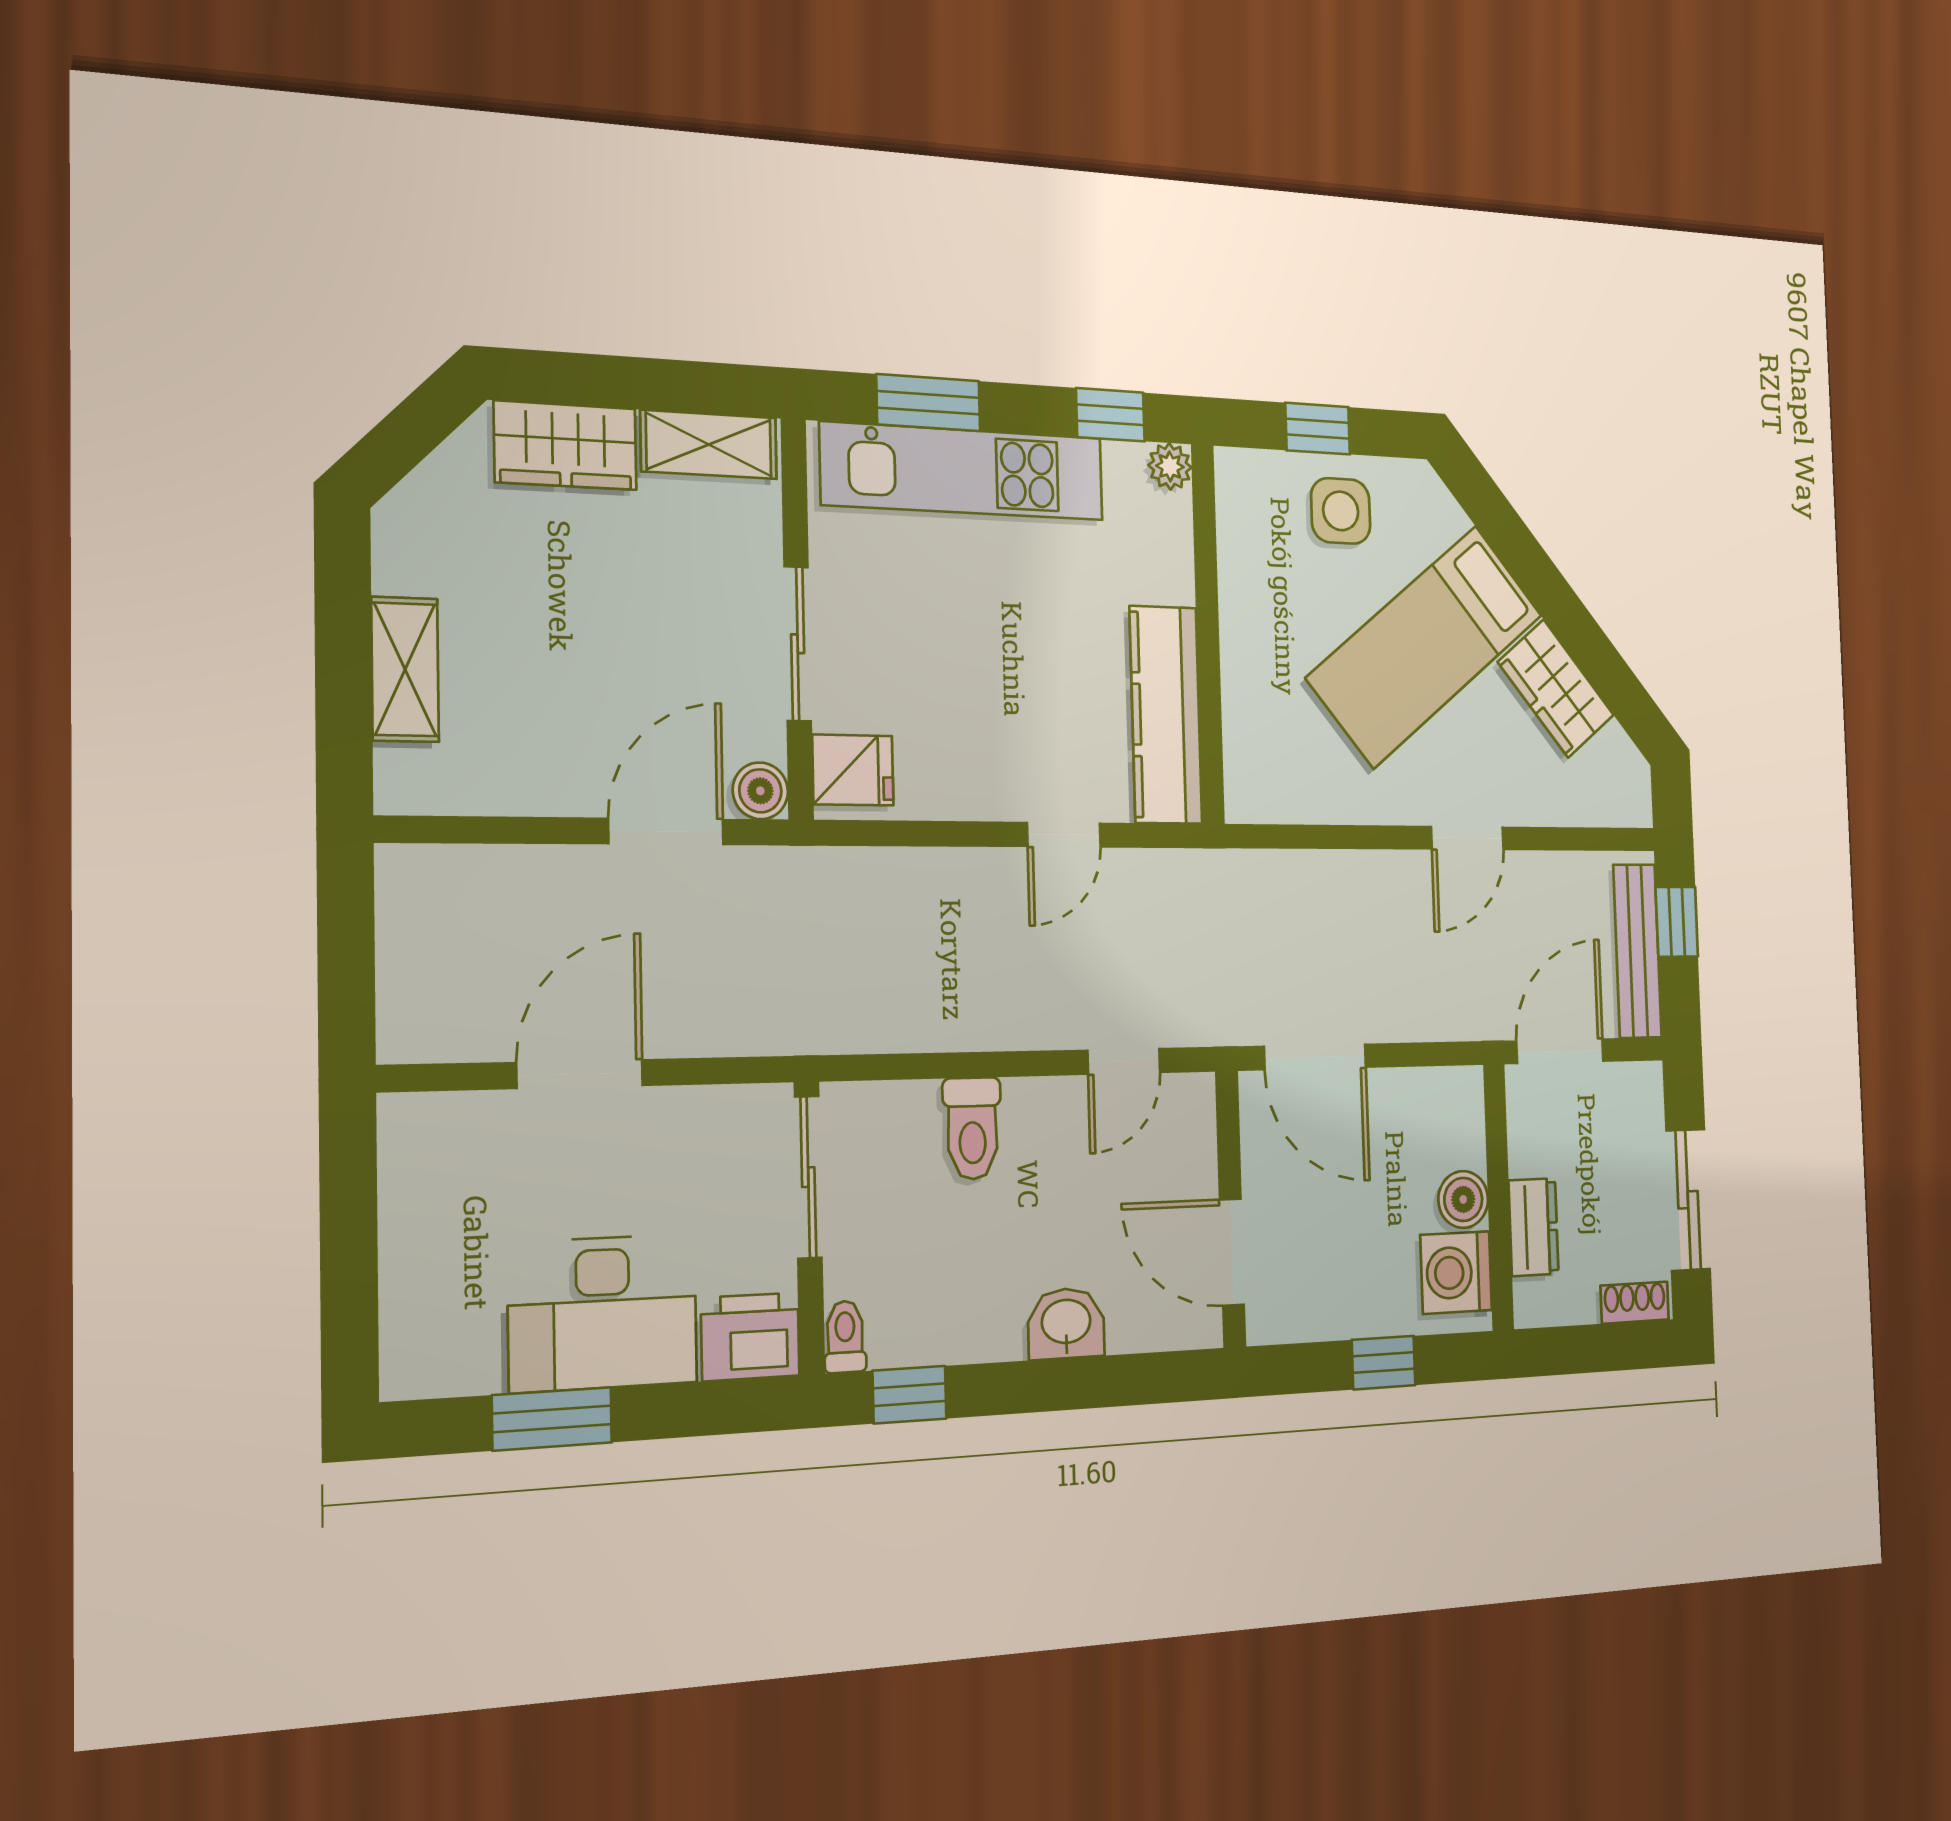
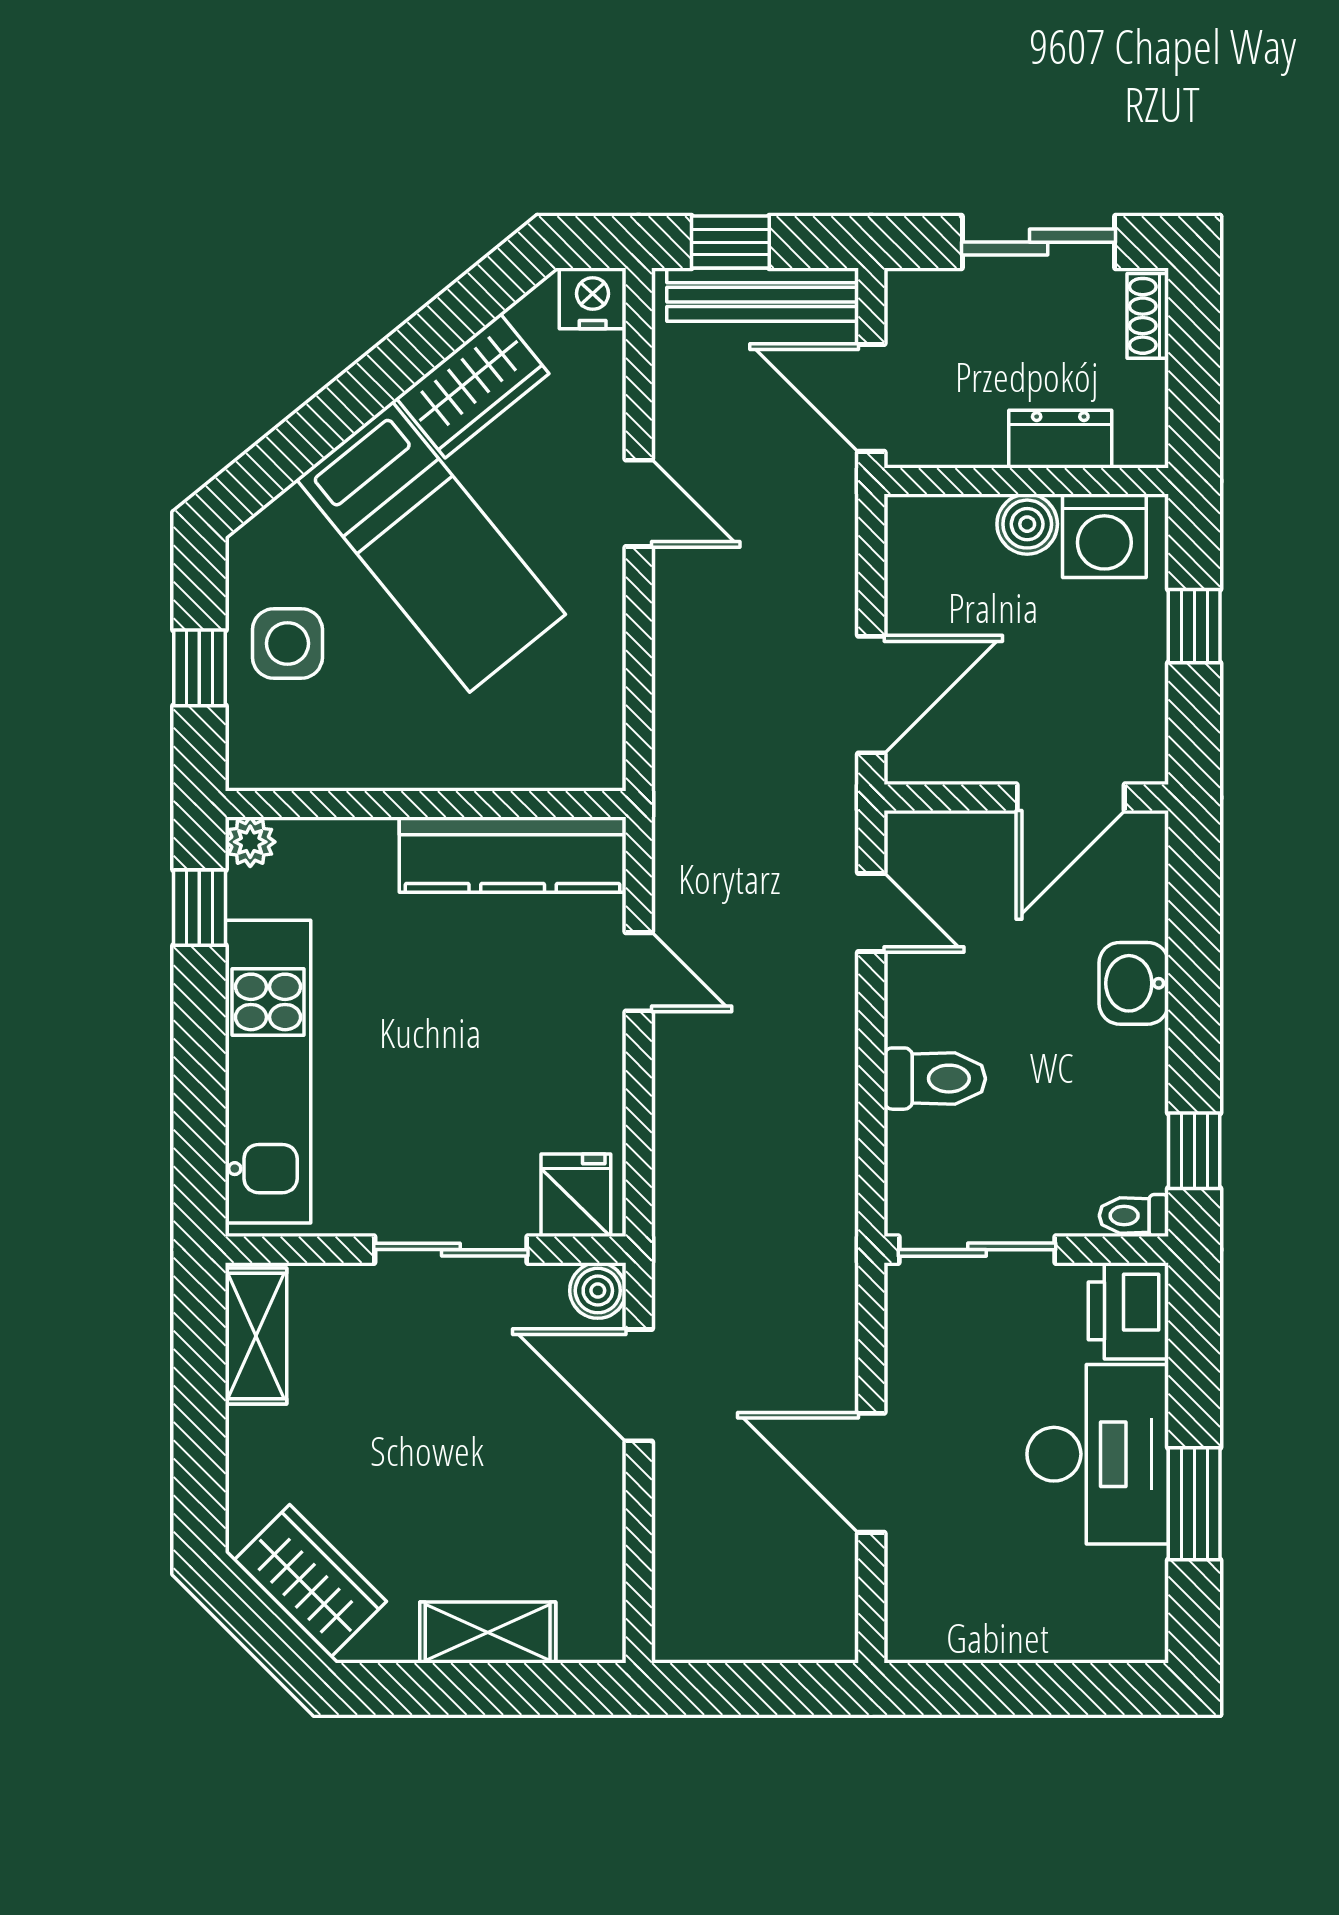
window: (928, 403) -> (199, 1107), removed
wardrobe: (565, 445) -> (310, 1581), moved, turned -45
nightstand: (1628, 798) -> (593, 298), added

